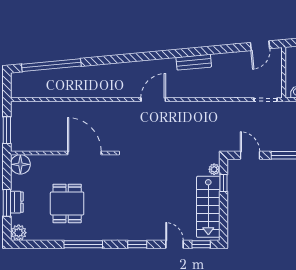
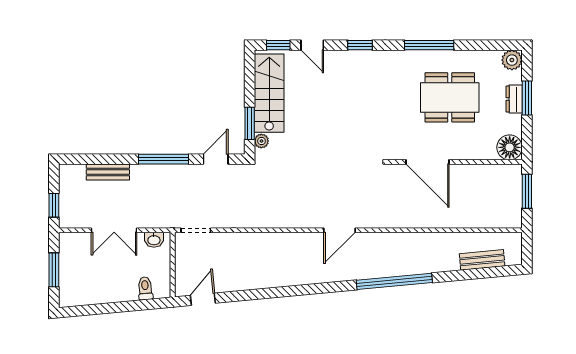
bench: (194, 62) -> (482, 260), moved
window: (51, 65) -> (394, 281), moved
door: (250, 155) -> (216, 159), swing flipped
window: (224, 183) -> (250, 123), width x1.50
dining table: (67, 203) -> (450, 97), width x1.38

